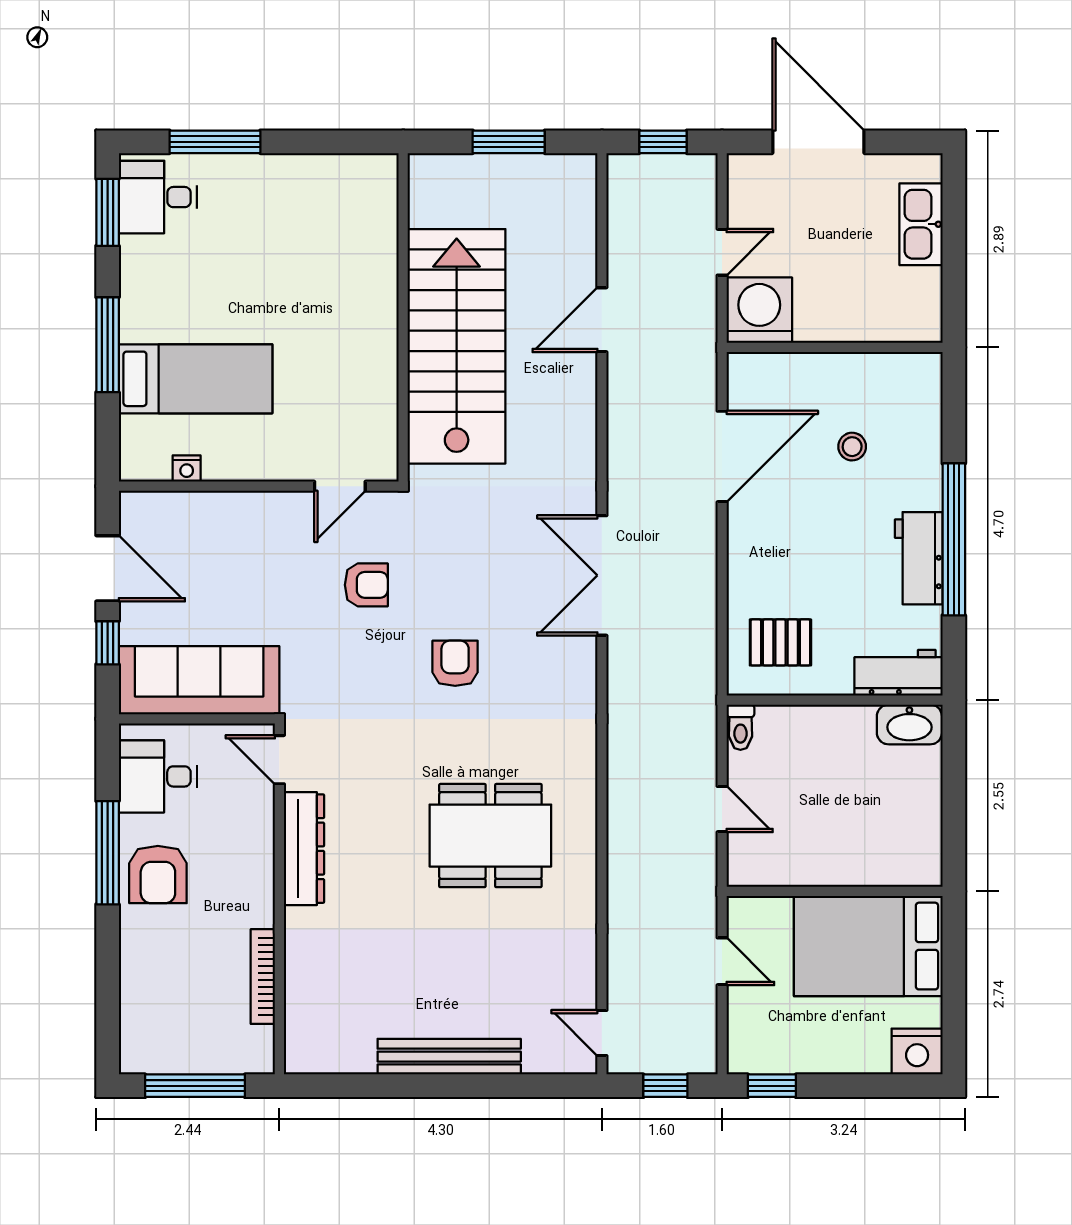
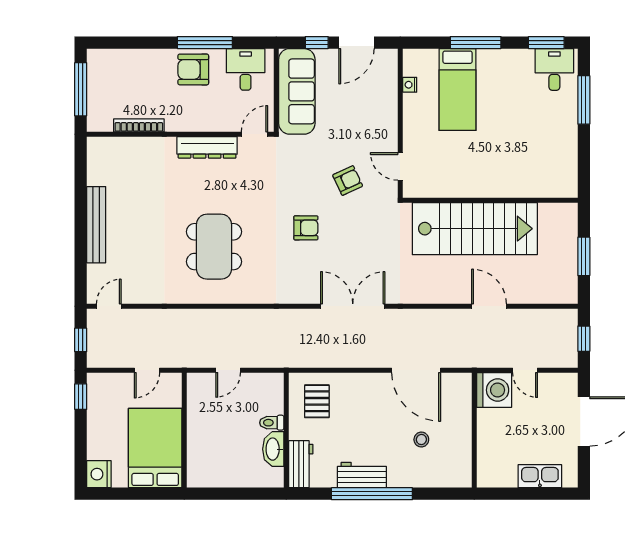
armchair: (366, 585) -> (348, 181), turned -115
washbasin: (909, 724) -> (273, 449), moved
toilet: (740, 727) -> (272, 423), moved

